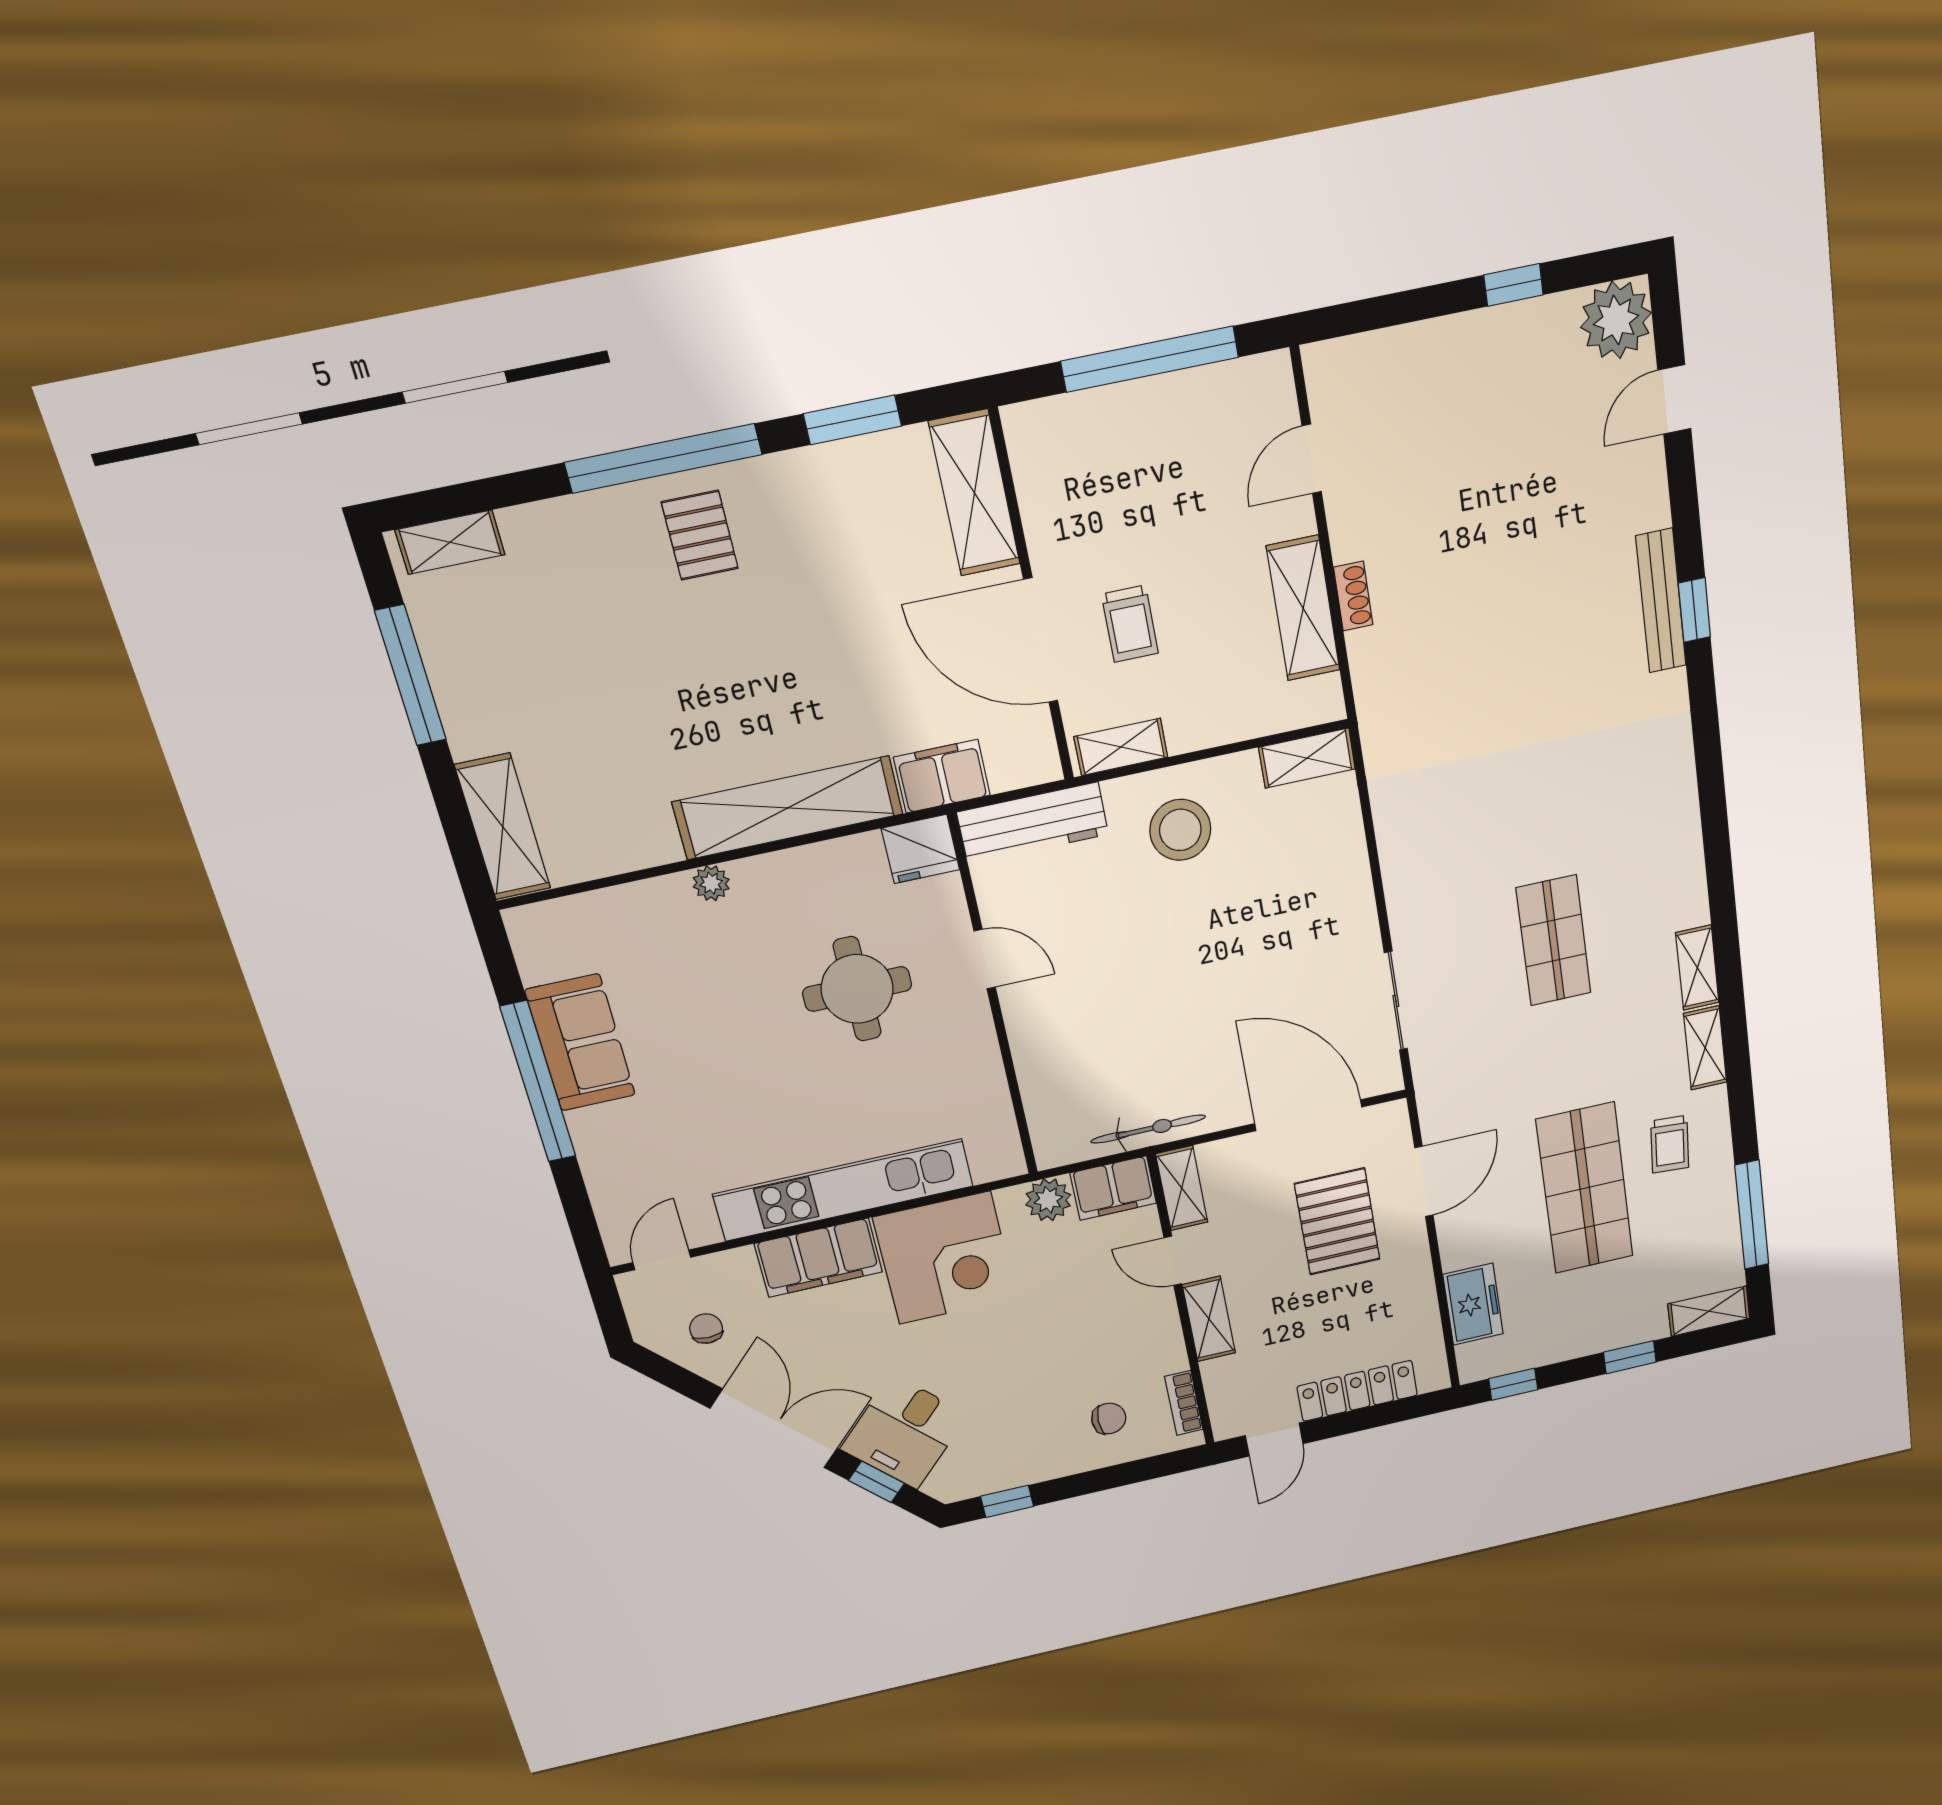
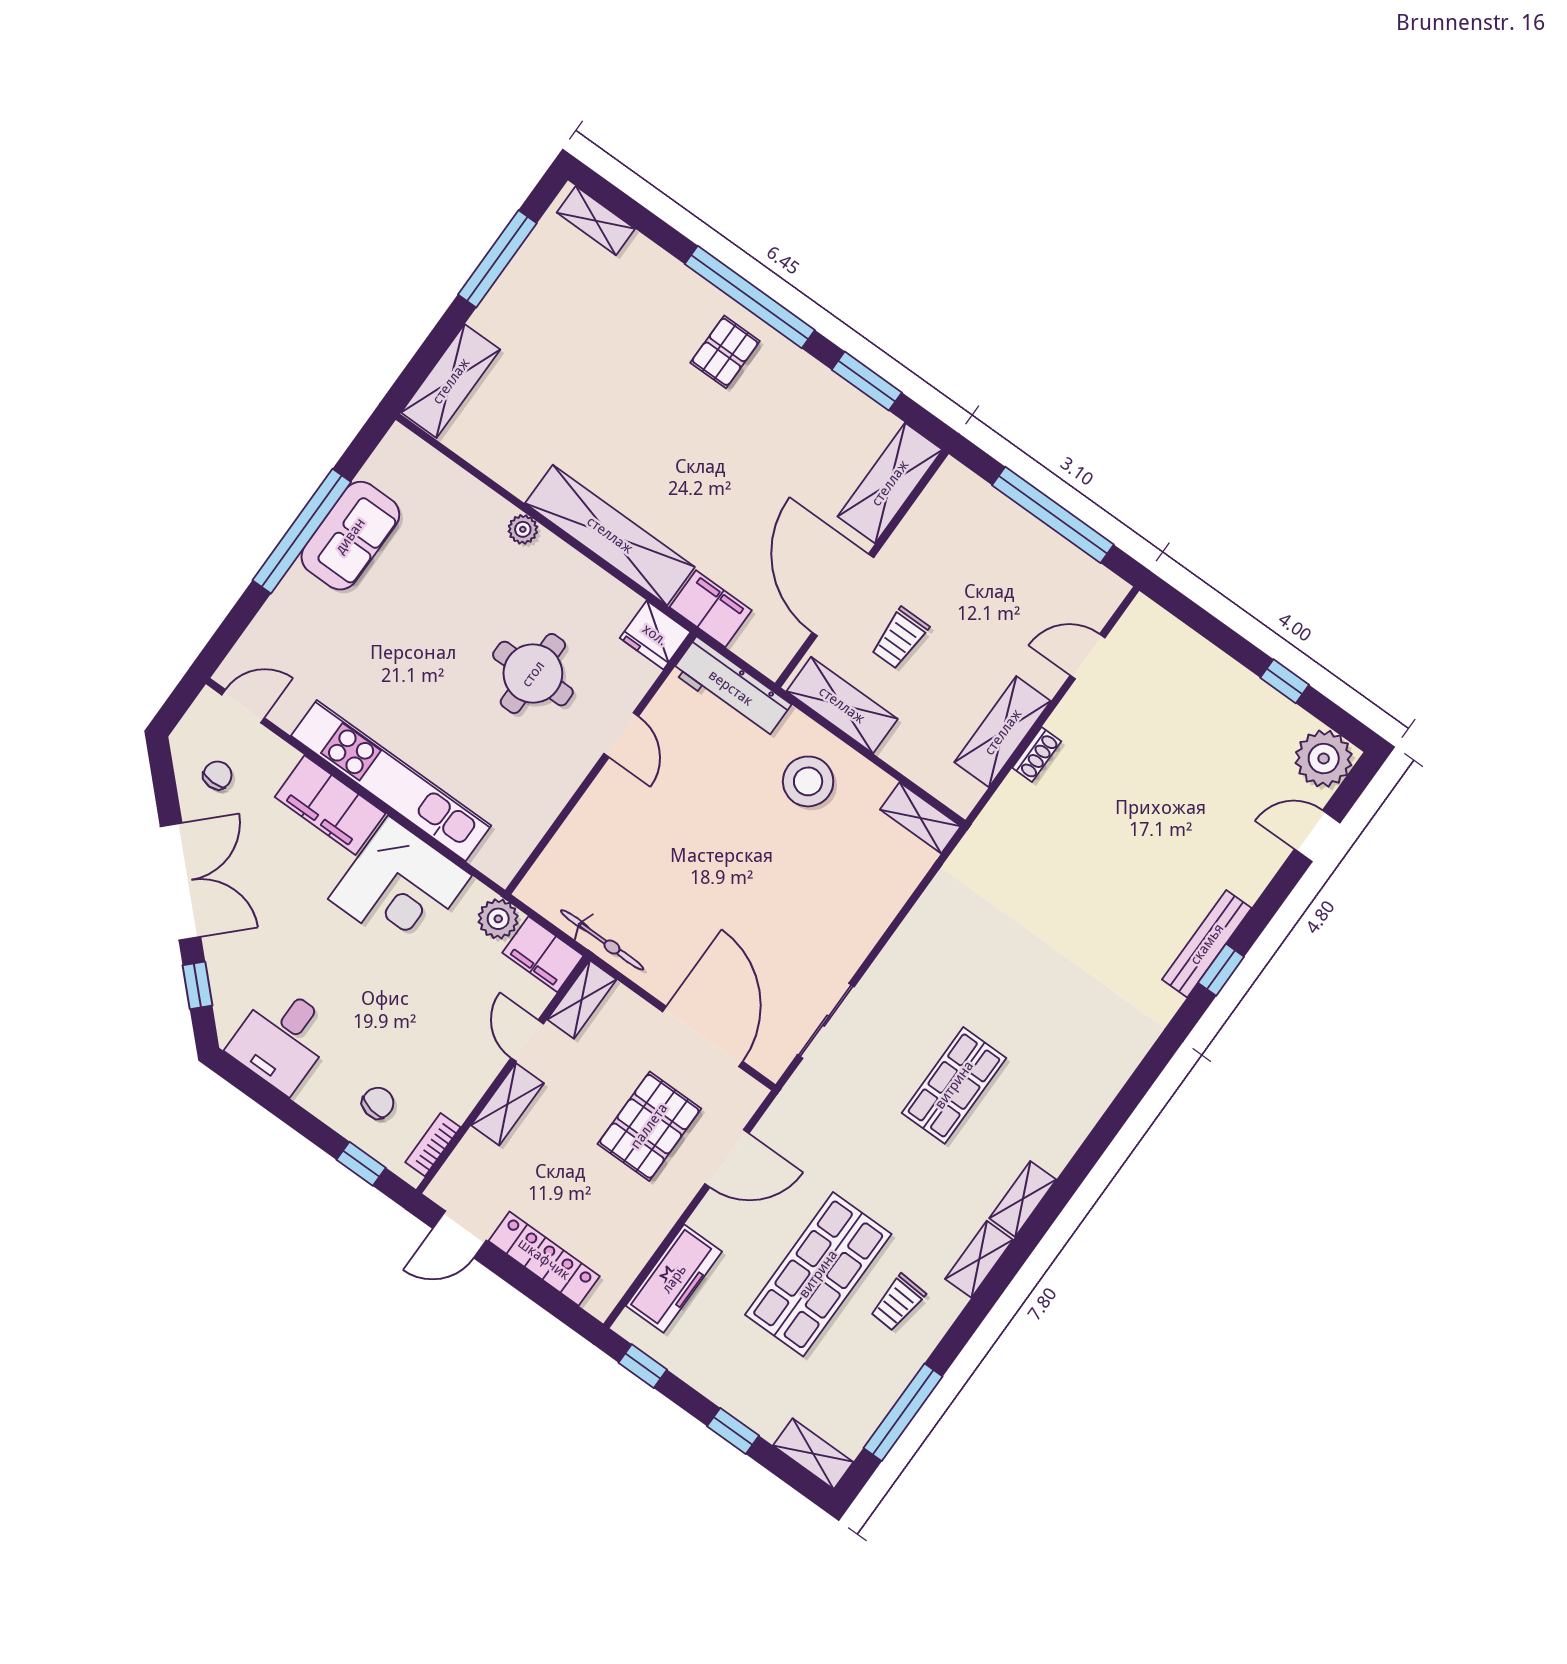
shelving: (1121, 747) -> (842, 705), width x1.50, depth x1.33
freezer: (1473, 1304) -> (674, 1279), width x1.40
chair: (1109, 1419) -> (378, 1103), turned -79
desk: (904, 1432) -> (282, 1039), moved, turned -45
window: (1007, 1501) -> (361, 1164), moved

